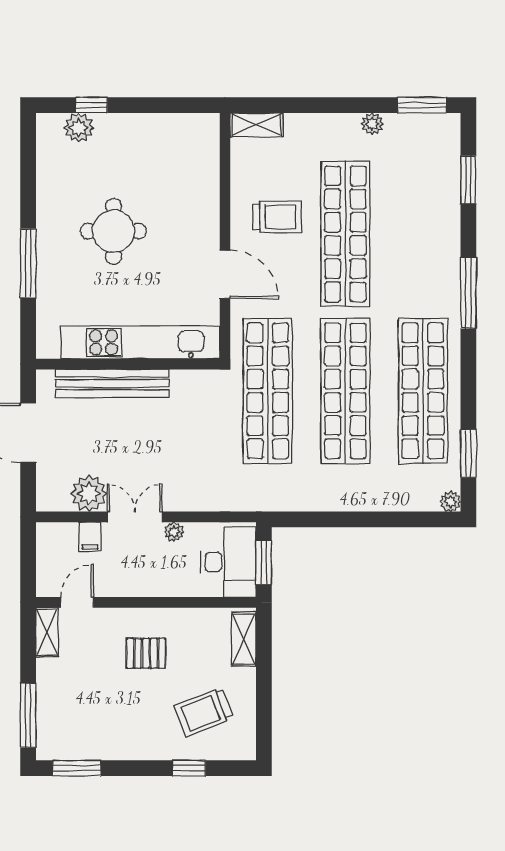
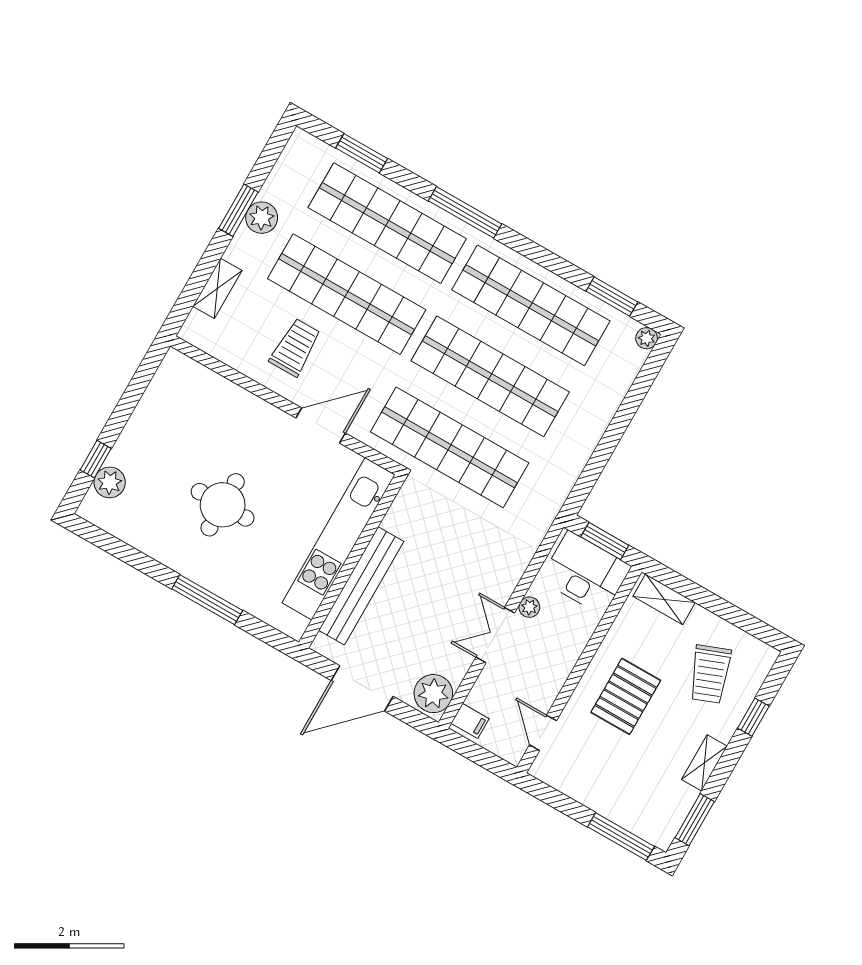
window: (422, 105) -> (238, 210), moved
plant: (372, 124) -> (262, 218), width x1.38, depth x1.38
shelving: (256, 125) -> (217, 288), moved
shop shelf: (423, 234) -> (387, 223), added
plant: (89, 494) -> (433, 694), moved
filing cabinet: (90, 537) -> (470, 721), moved
shelving: (47, 632) -> (704, 763), moved, turned 90
pallet: (146, 653) -> (626, 696), width x1.50, depth x1.42

